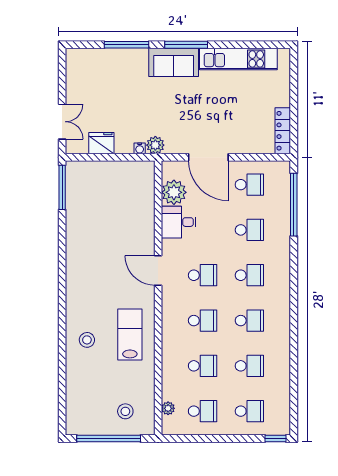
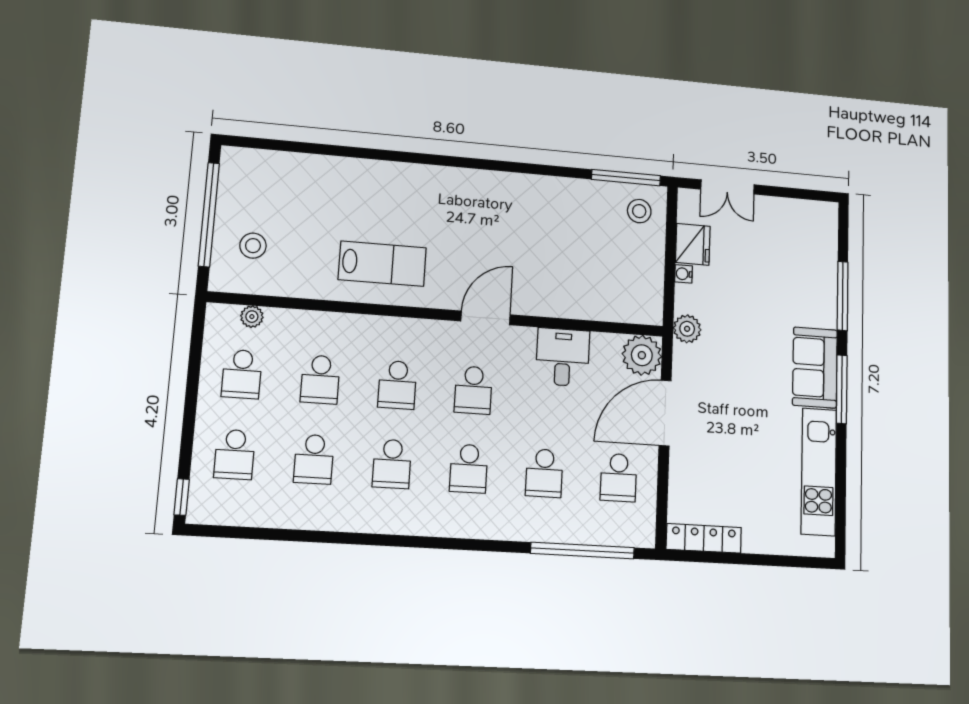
water cooler: (140, 148) -> (684, 274), moved
plant: (174, 192) -> (642, 355), moved
stool: (87, 340) -> (639, 211), moved

